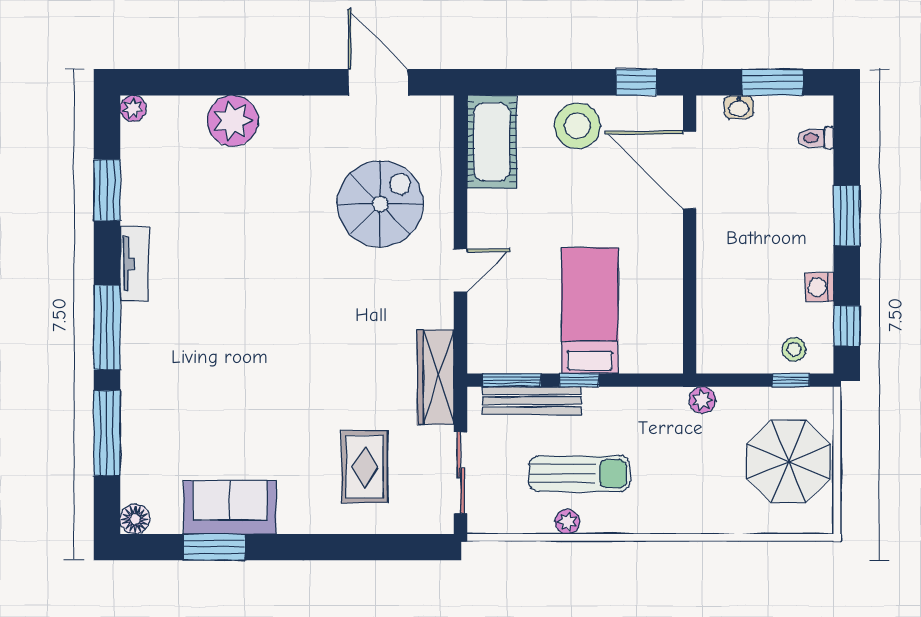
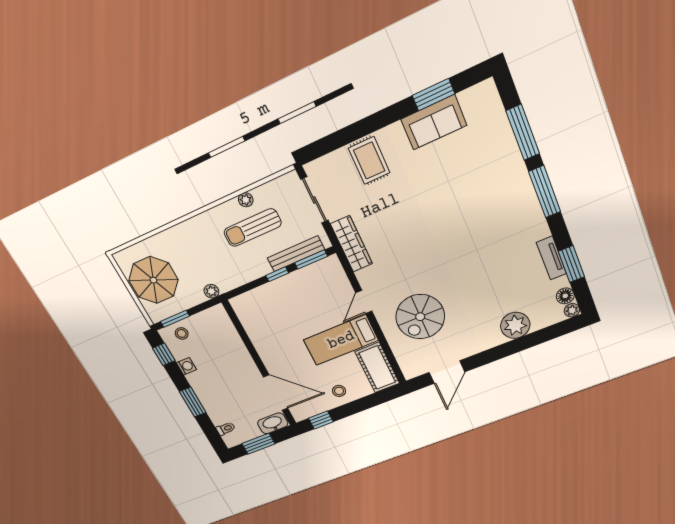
door: (378, 82) -> (447, 372), hinge flipped
washbasin: (739, 107) -> (273, 423), width x1.91, depth x1.45
stool: (577, 126) -> (339, 391), width x0.53, depth x0.53
tv unit: (134, 264) -> (551, 258), moved
bed: (590, 311) -> (341, 340), moved, turned 90
window: (791, 380) -> (175, 319), width x1.50
rug: (365, 467) -> (369, 161), moved
floor lamp: (135, 519) -> (565, 296), moved

